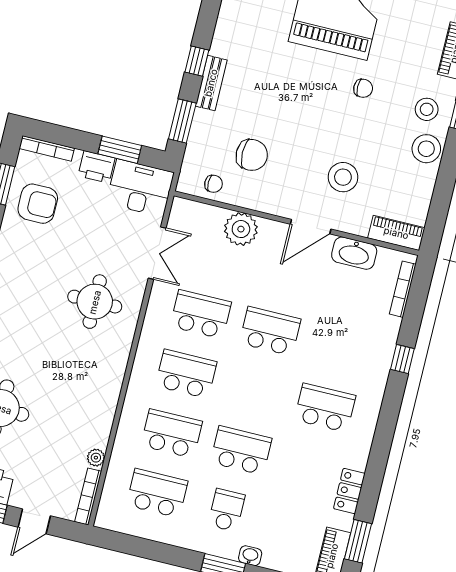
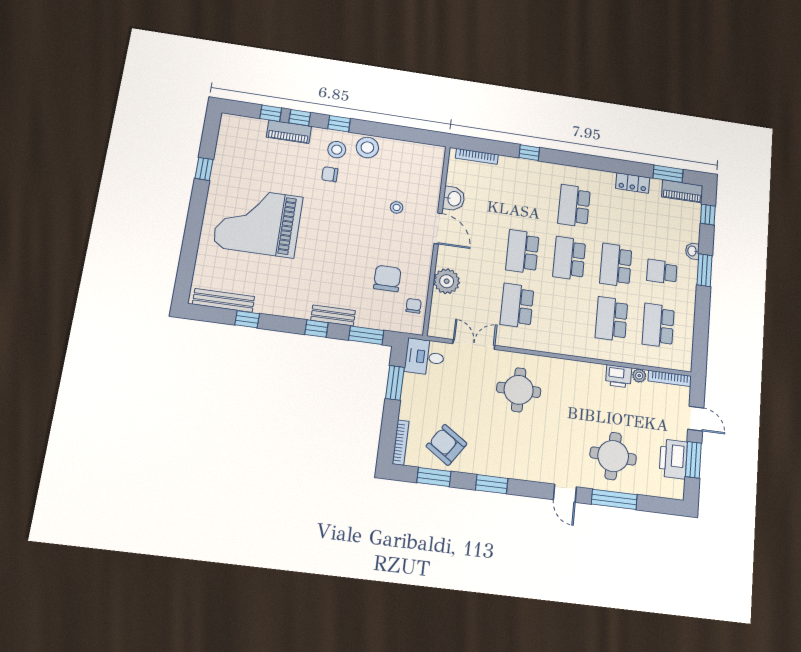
chair: (363, 88) -> (330, 174), moved, turned -90
printer: (97, 167) -> (619, 376), moved, turned 90
stool: (343, 177) -> (397, 207), width x0.53, depth x0.53
desk: (140, 188) -> (425, 357), width x0.73
armchair: (38, 204) -> (447, 445), turned -56
piano: (396, 233) -> (435, 164), removed
washbasin: (354, 253) -> (454, 199), width x0.72
school desk: (186, 374) -> (569, 258), moved

